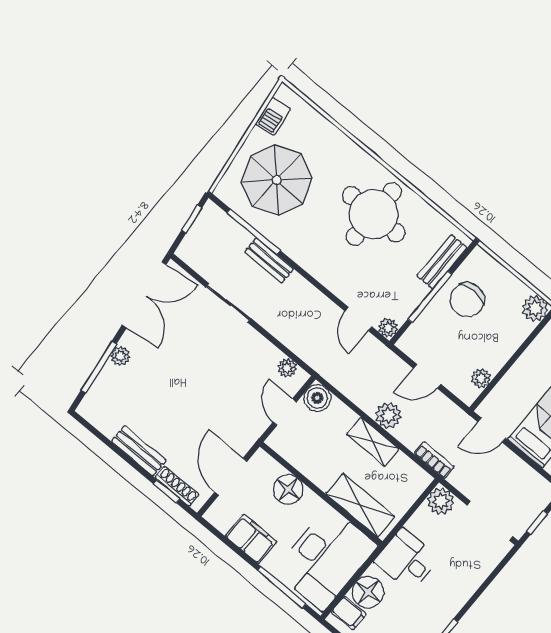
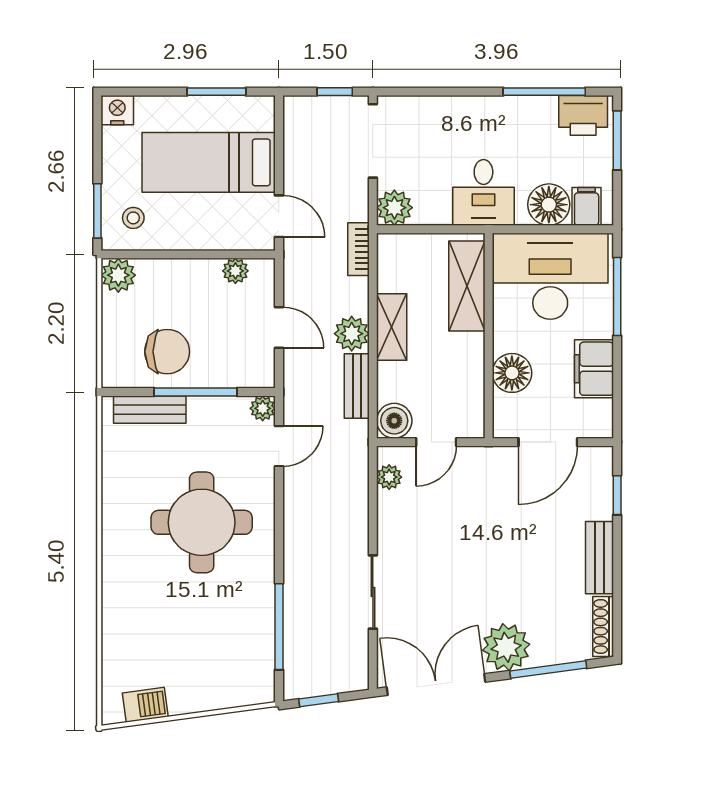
parasol: (277, 180) -> (207, 647), removed
round table: (374, 214) -> (202, 522), moved
bench: (269, 260) -> (357, 386), moved
plant: (120, 356) -> (506, 647), width x1.88, depth x1.88
shoe rack: (177, 486) -> (603, 627), moved

